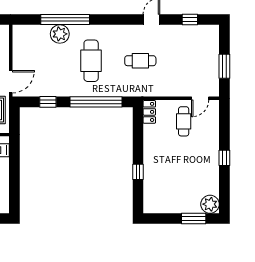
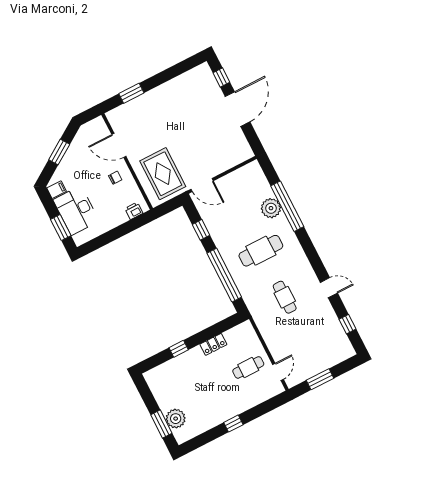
door: (200, 98) -> (278, 372), swing flipped
locker: (149, 112) -> (213, 344), moved
plant: (210, 204) -> (176, 419), moved

